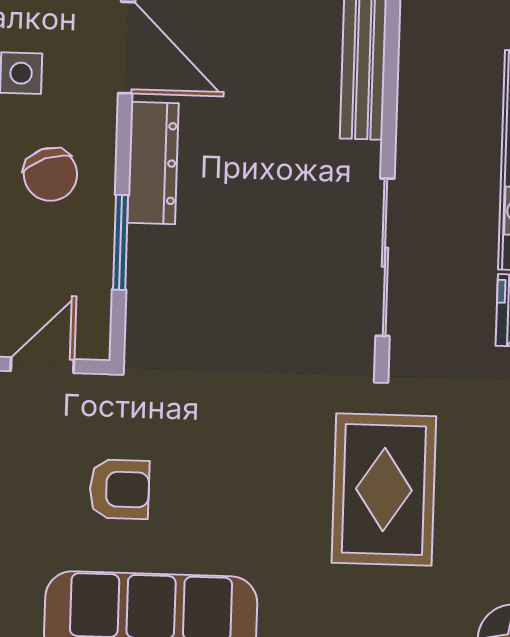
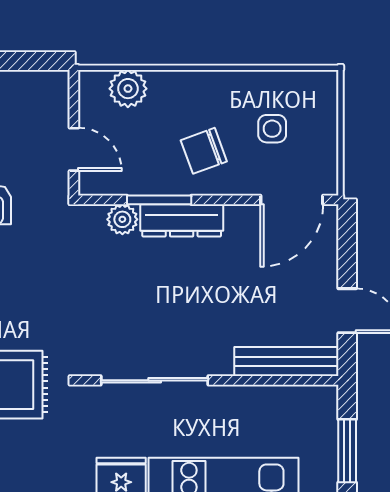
dresser: (153, 163) -> (182, 220), moved
plant: (147, 297) -> (122, 219), added

